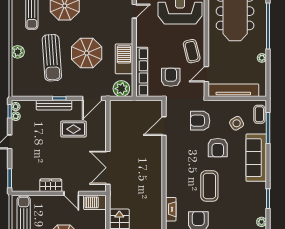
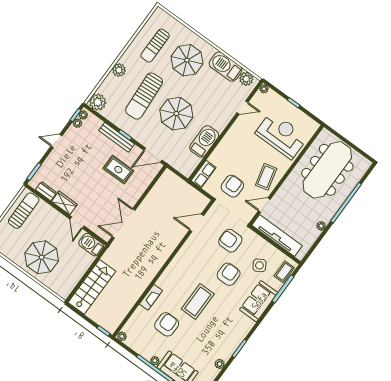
row of seats: (142, 72) -> (204, 174), width x0.50
plant: (121, 89) -> (98, 102), moved
armchair: (218, 148) -> (229, 274), turned 180
sofa: (256, 158) -> (259, 301), width x0.73
dresser: (30, 187) -> (46, 191), added

